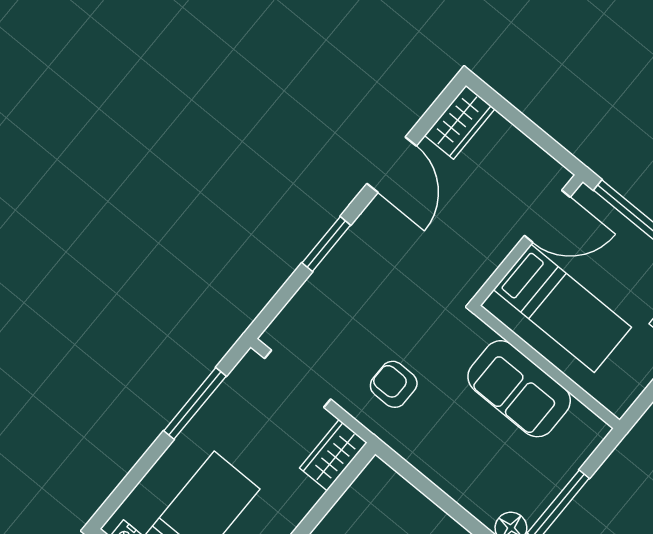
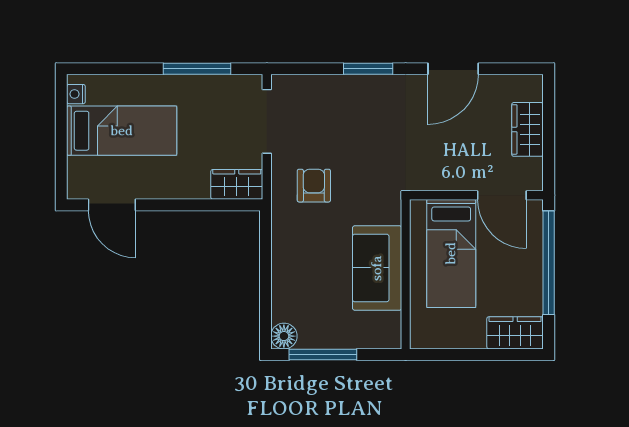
wardrobe: (460, 122) -> (527, 129), moved, turned 90

